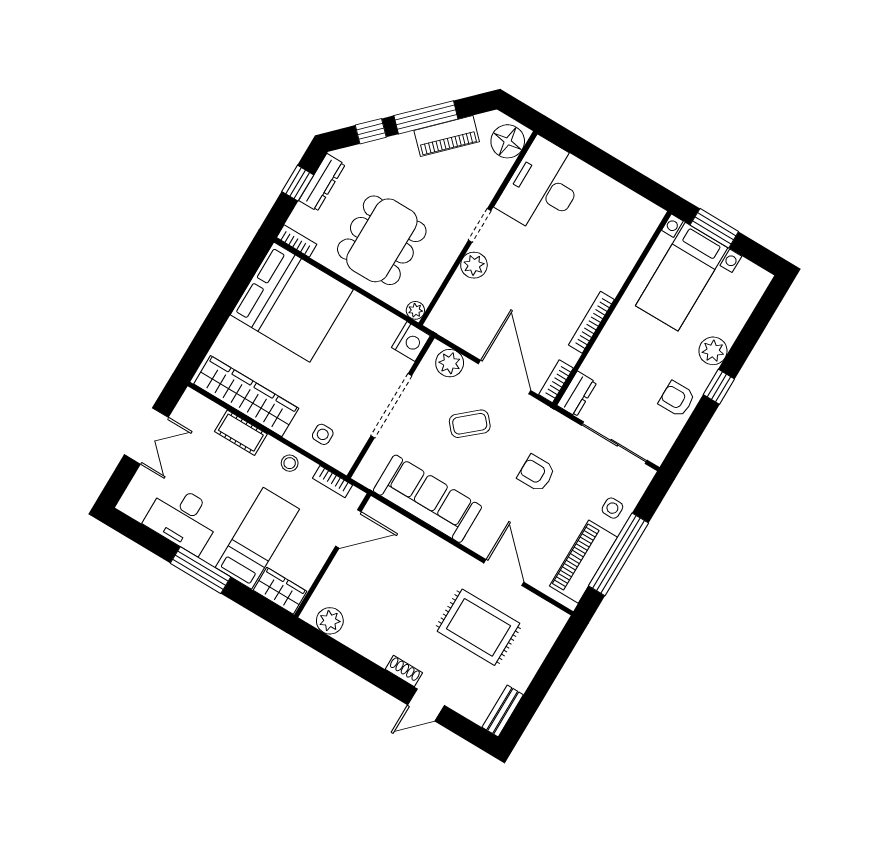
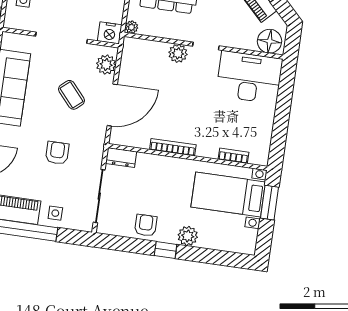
bookcase: (556, 381) -> (234, 156), moved

